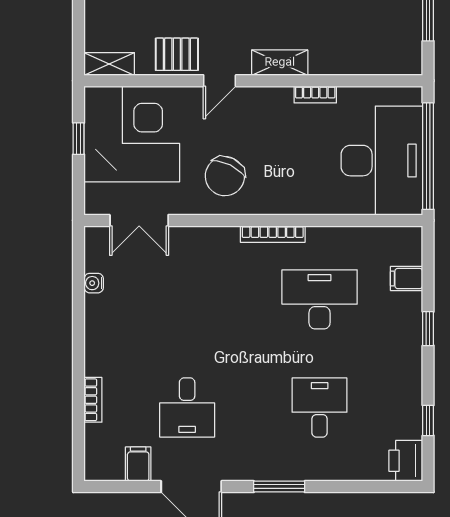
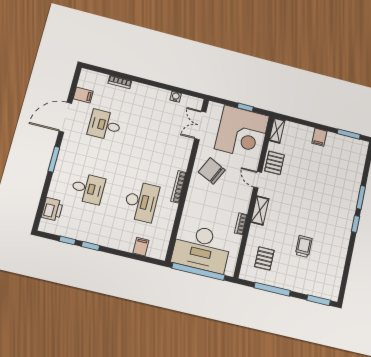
pallet: (372, 33) -> (264, 258), added
window: (428, 329) -> (90, 246), moved
printer: (406, 461) -> (52, 209), moved, turned 90

